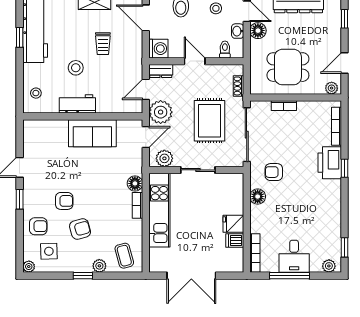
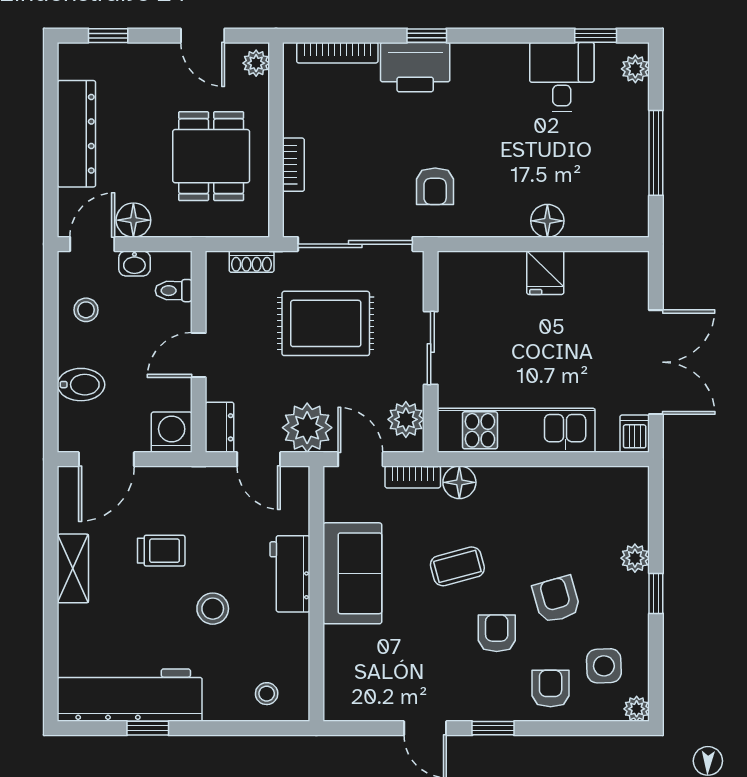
workbench: (77, 104) -> (290, 574), moved
floor lamp: (258, 197) -> (547, 221), moved
bookcase: (137, 205) -> (413, 477), moved
dishwasher: (235, 240) -> (635, 434), moved, turned 180
bookcase: (255, 253) -> (608, 227), removed
coffee table: (124, 256) -> (457, 566), moved
desk: (294, 256) -> (562, 77), moved, turned -90

